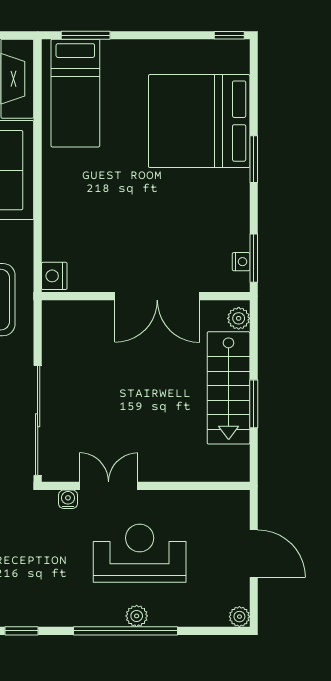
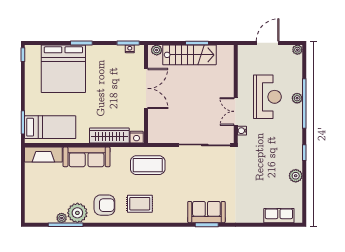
wardrobe: (58, 218) -> (109, 136), added
reception desk: (140, 553) -> (267, 97), turned 180

